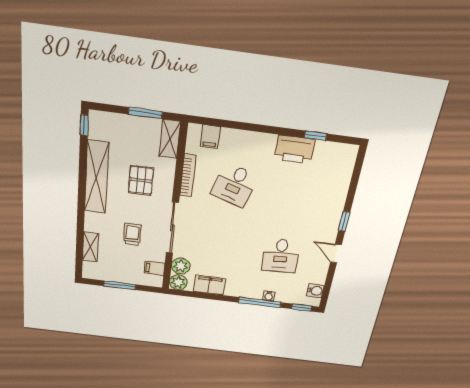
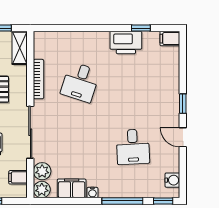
filing cabinet: (210, 137) -> (170, 39), moved, turned 90
water cooler: (269, 296) -> (92, 193), moved

